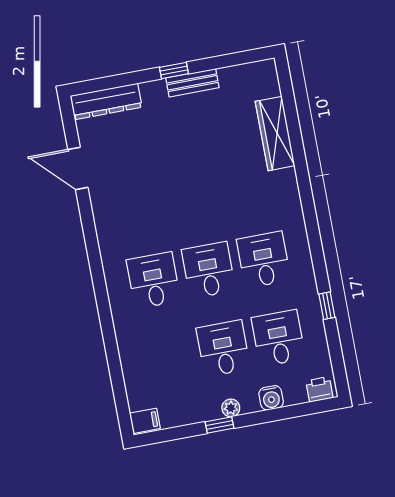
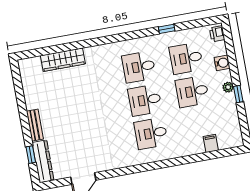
window: (174, 70) -> (31, 155), moved
bench: (192, 83) -> (35, 125), moved
filing cabinet: (145, 421) -> (211, 144), moved

